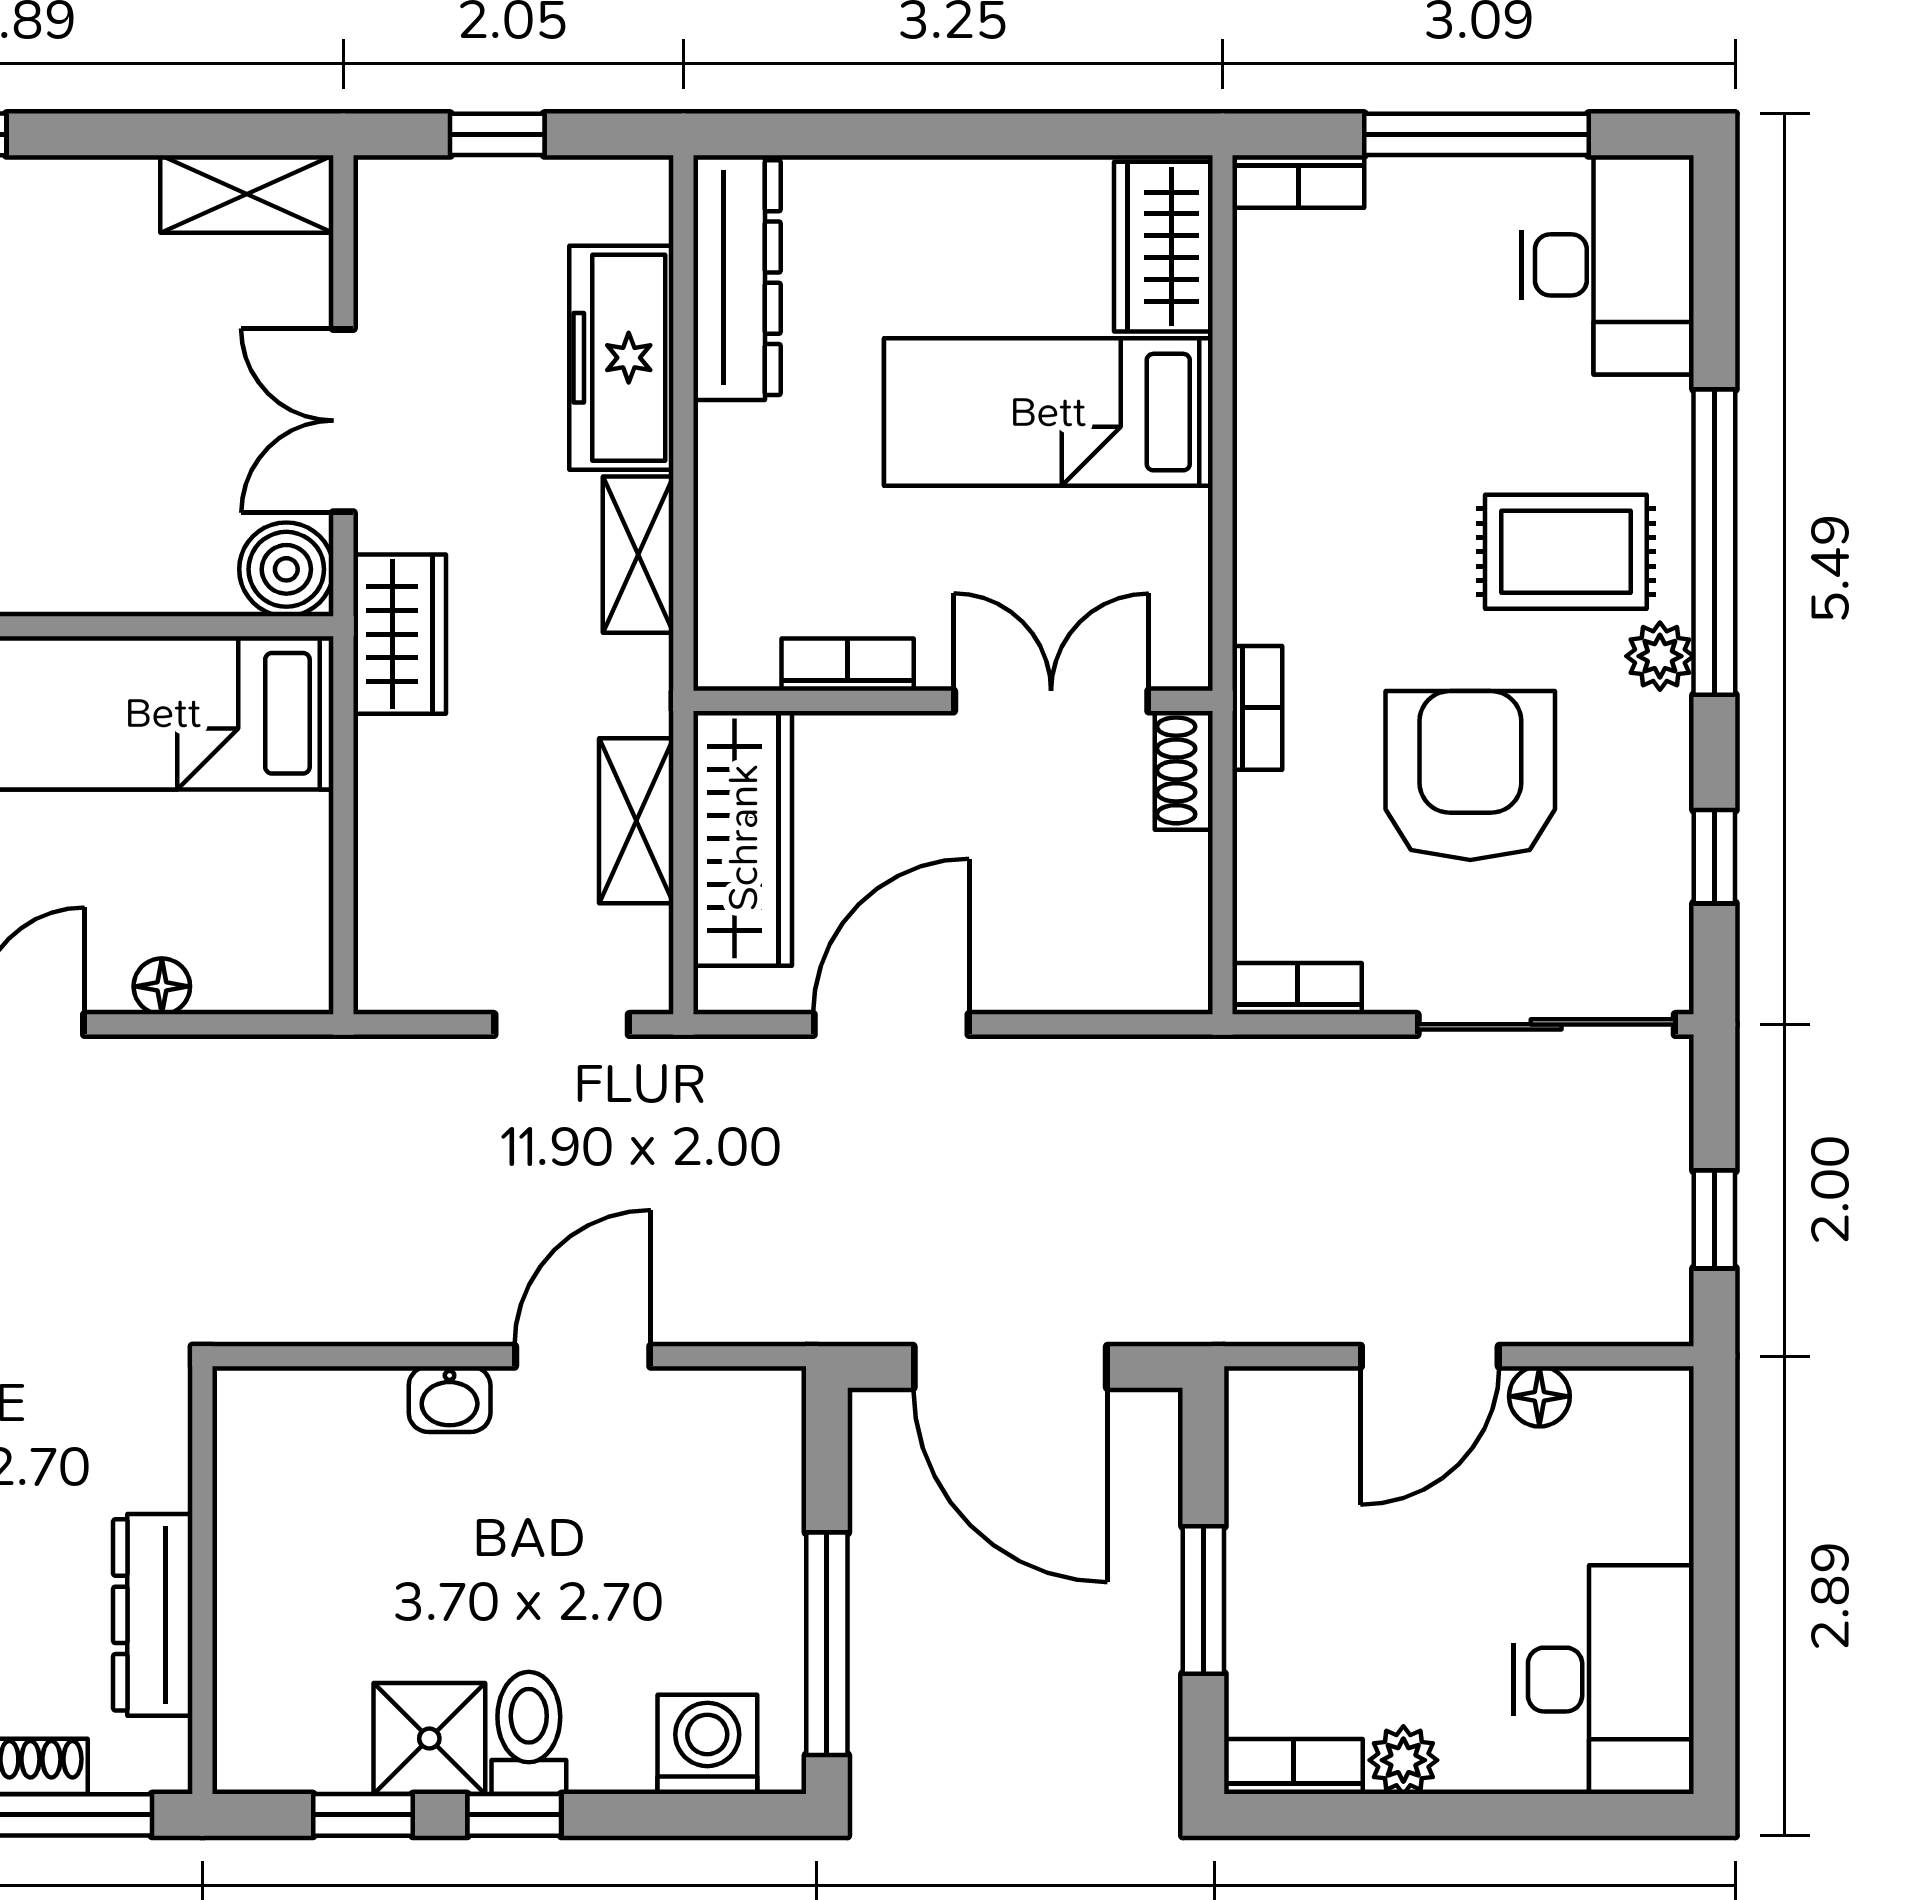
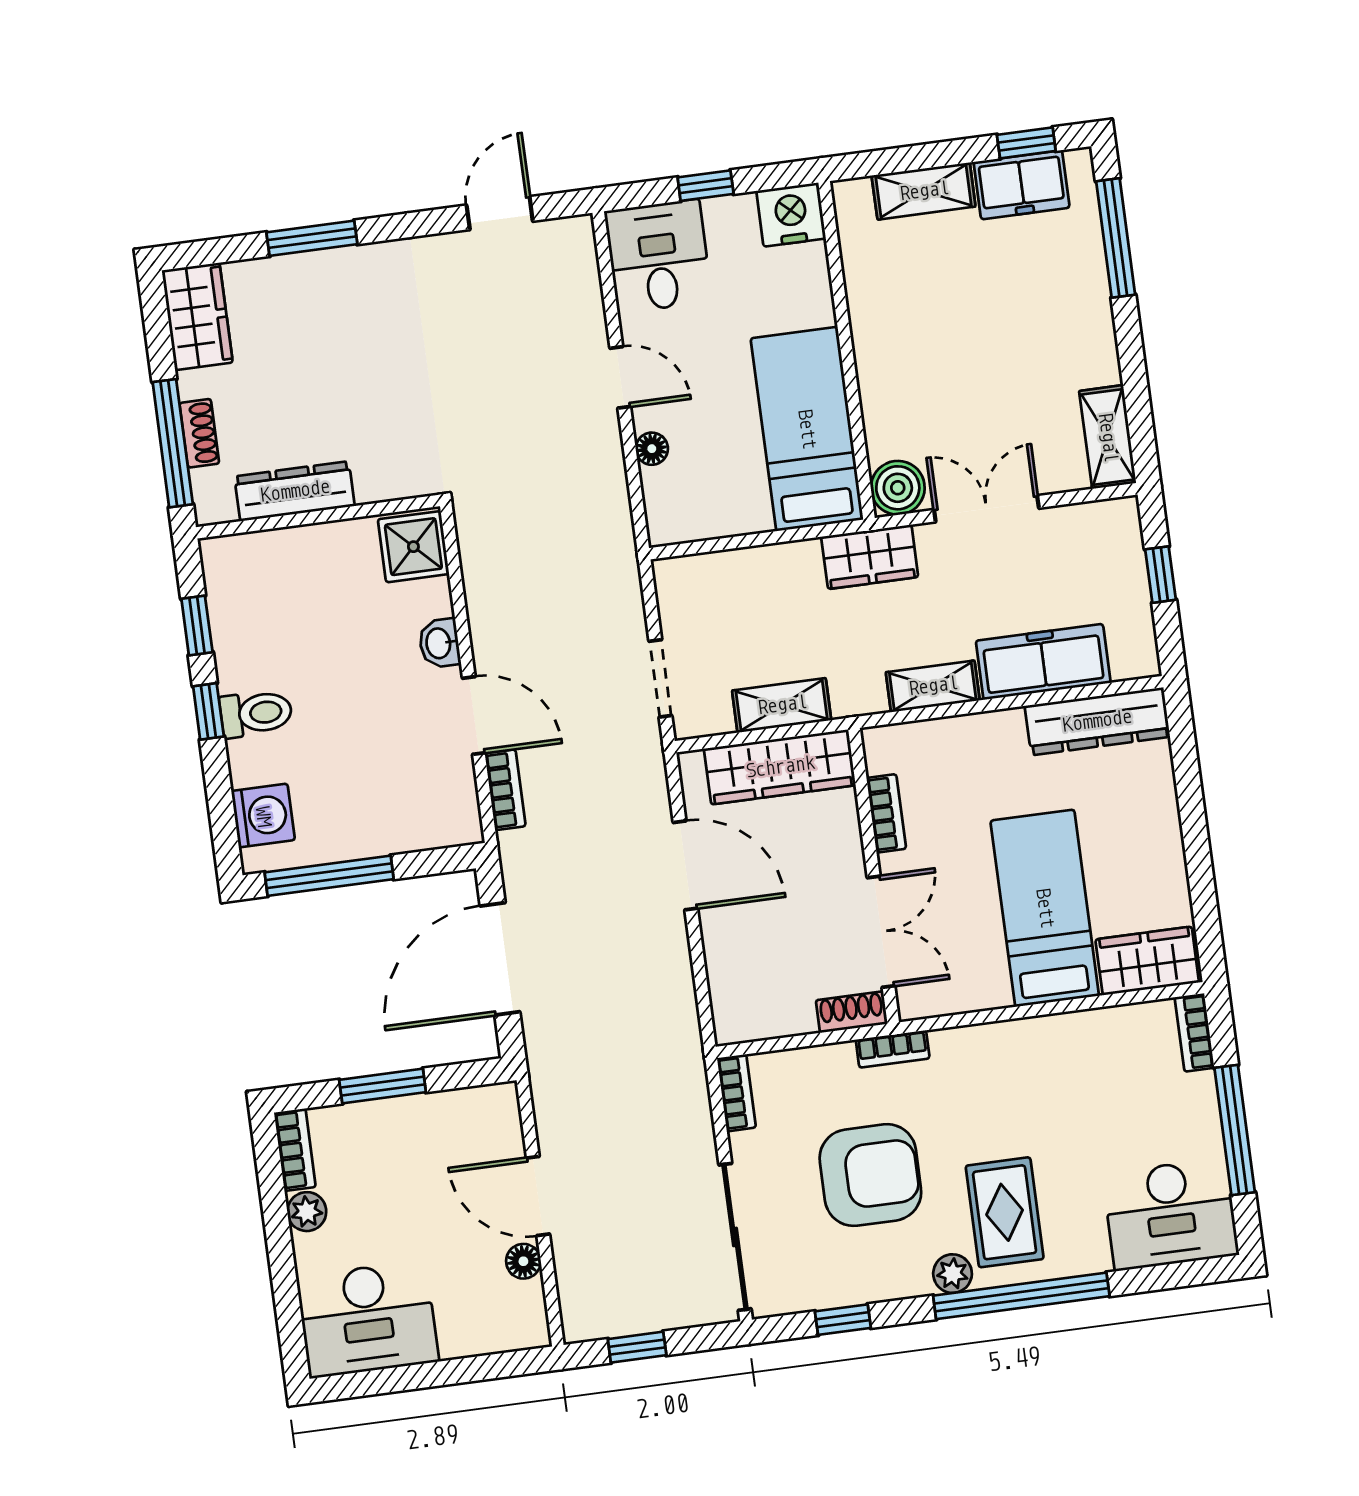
bookcase: (719, 1319) -> (505, 790), added
shower: (429, 1739) -> (413, 547), moved

